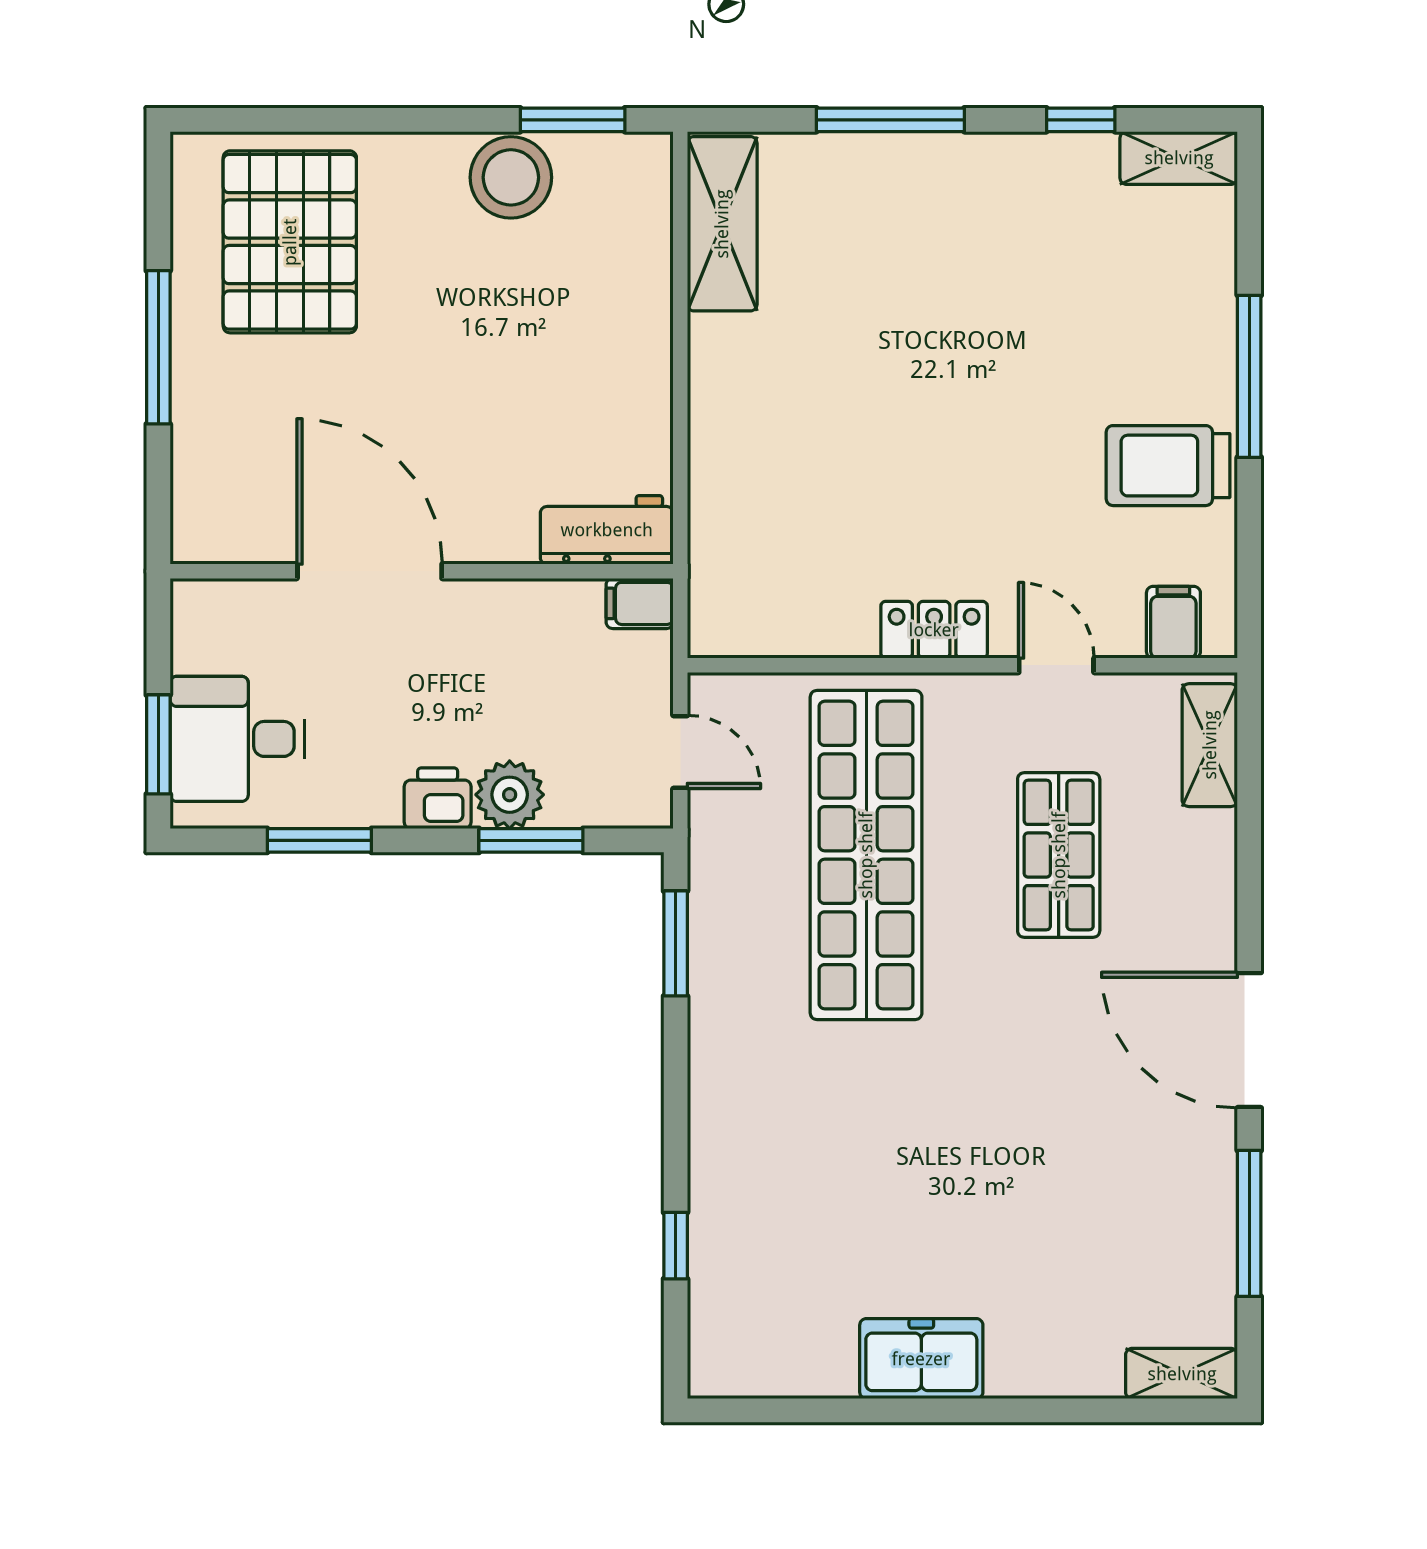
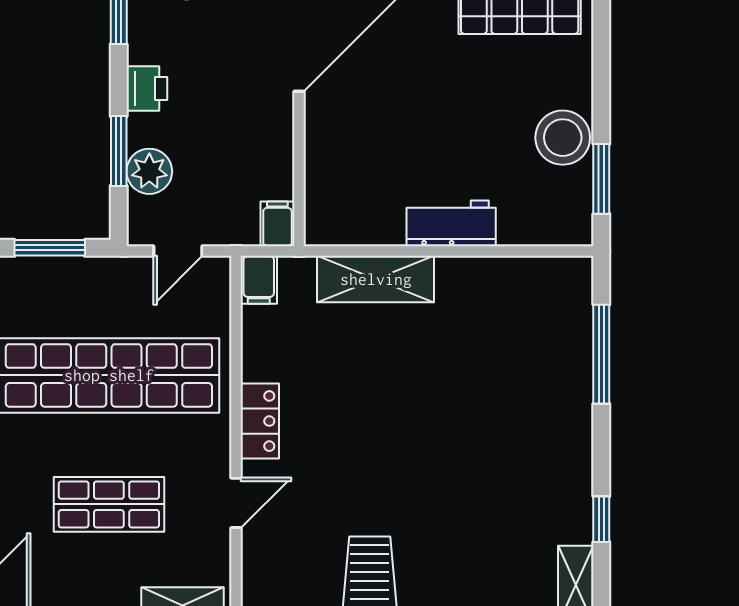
window: (890, 120) -> (601, 354), moved
shelving: (722, 224) -> (376, 279), moved
workbench: (607, 530) -> (451, 223), moved, turned -90
filing cabinet: (1173, 622) -> (259, 280), moved, turned 90
plant: (510, 795) -> (149, 171), moved

